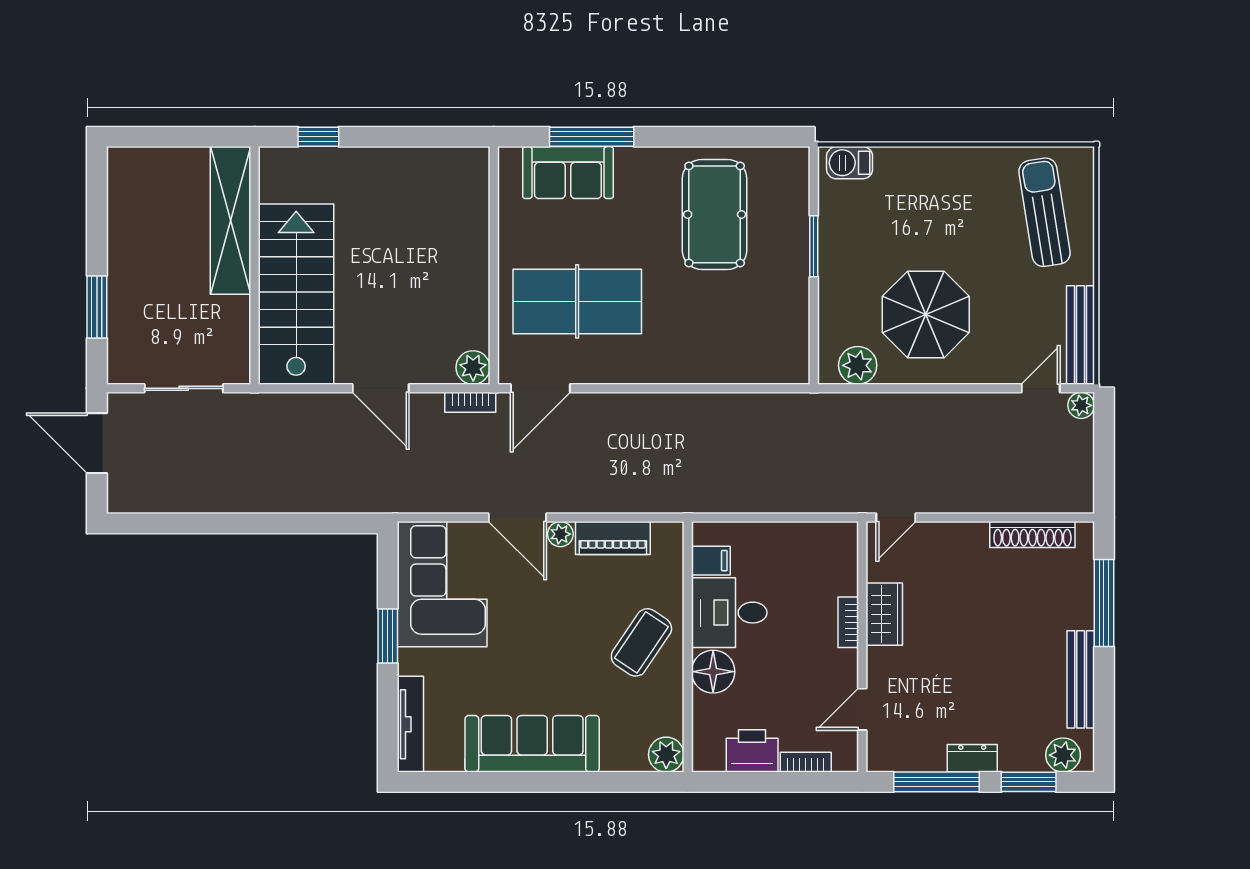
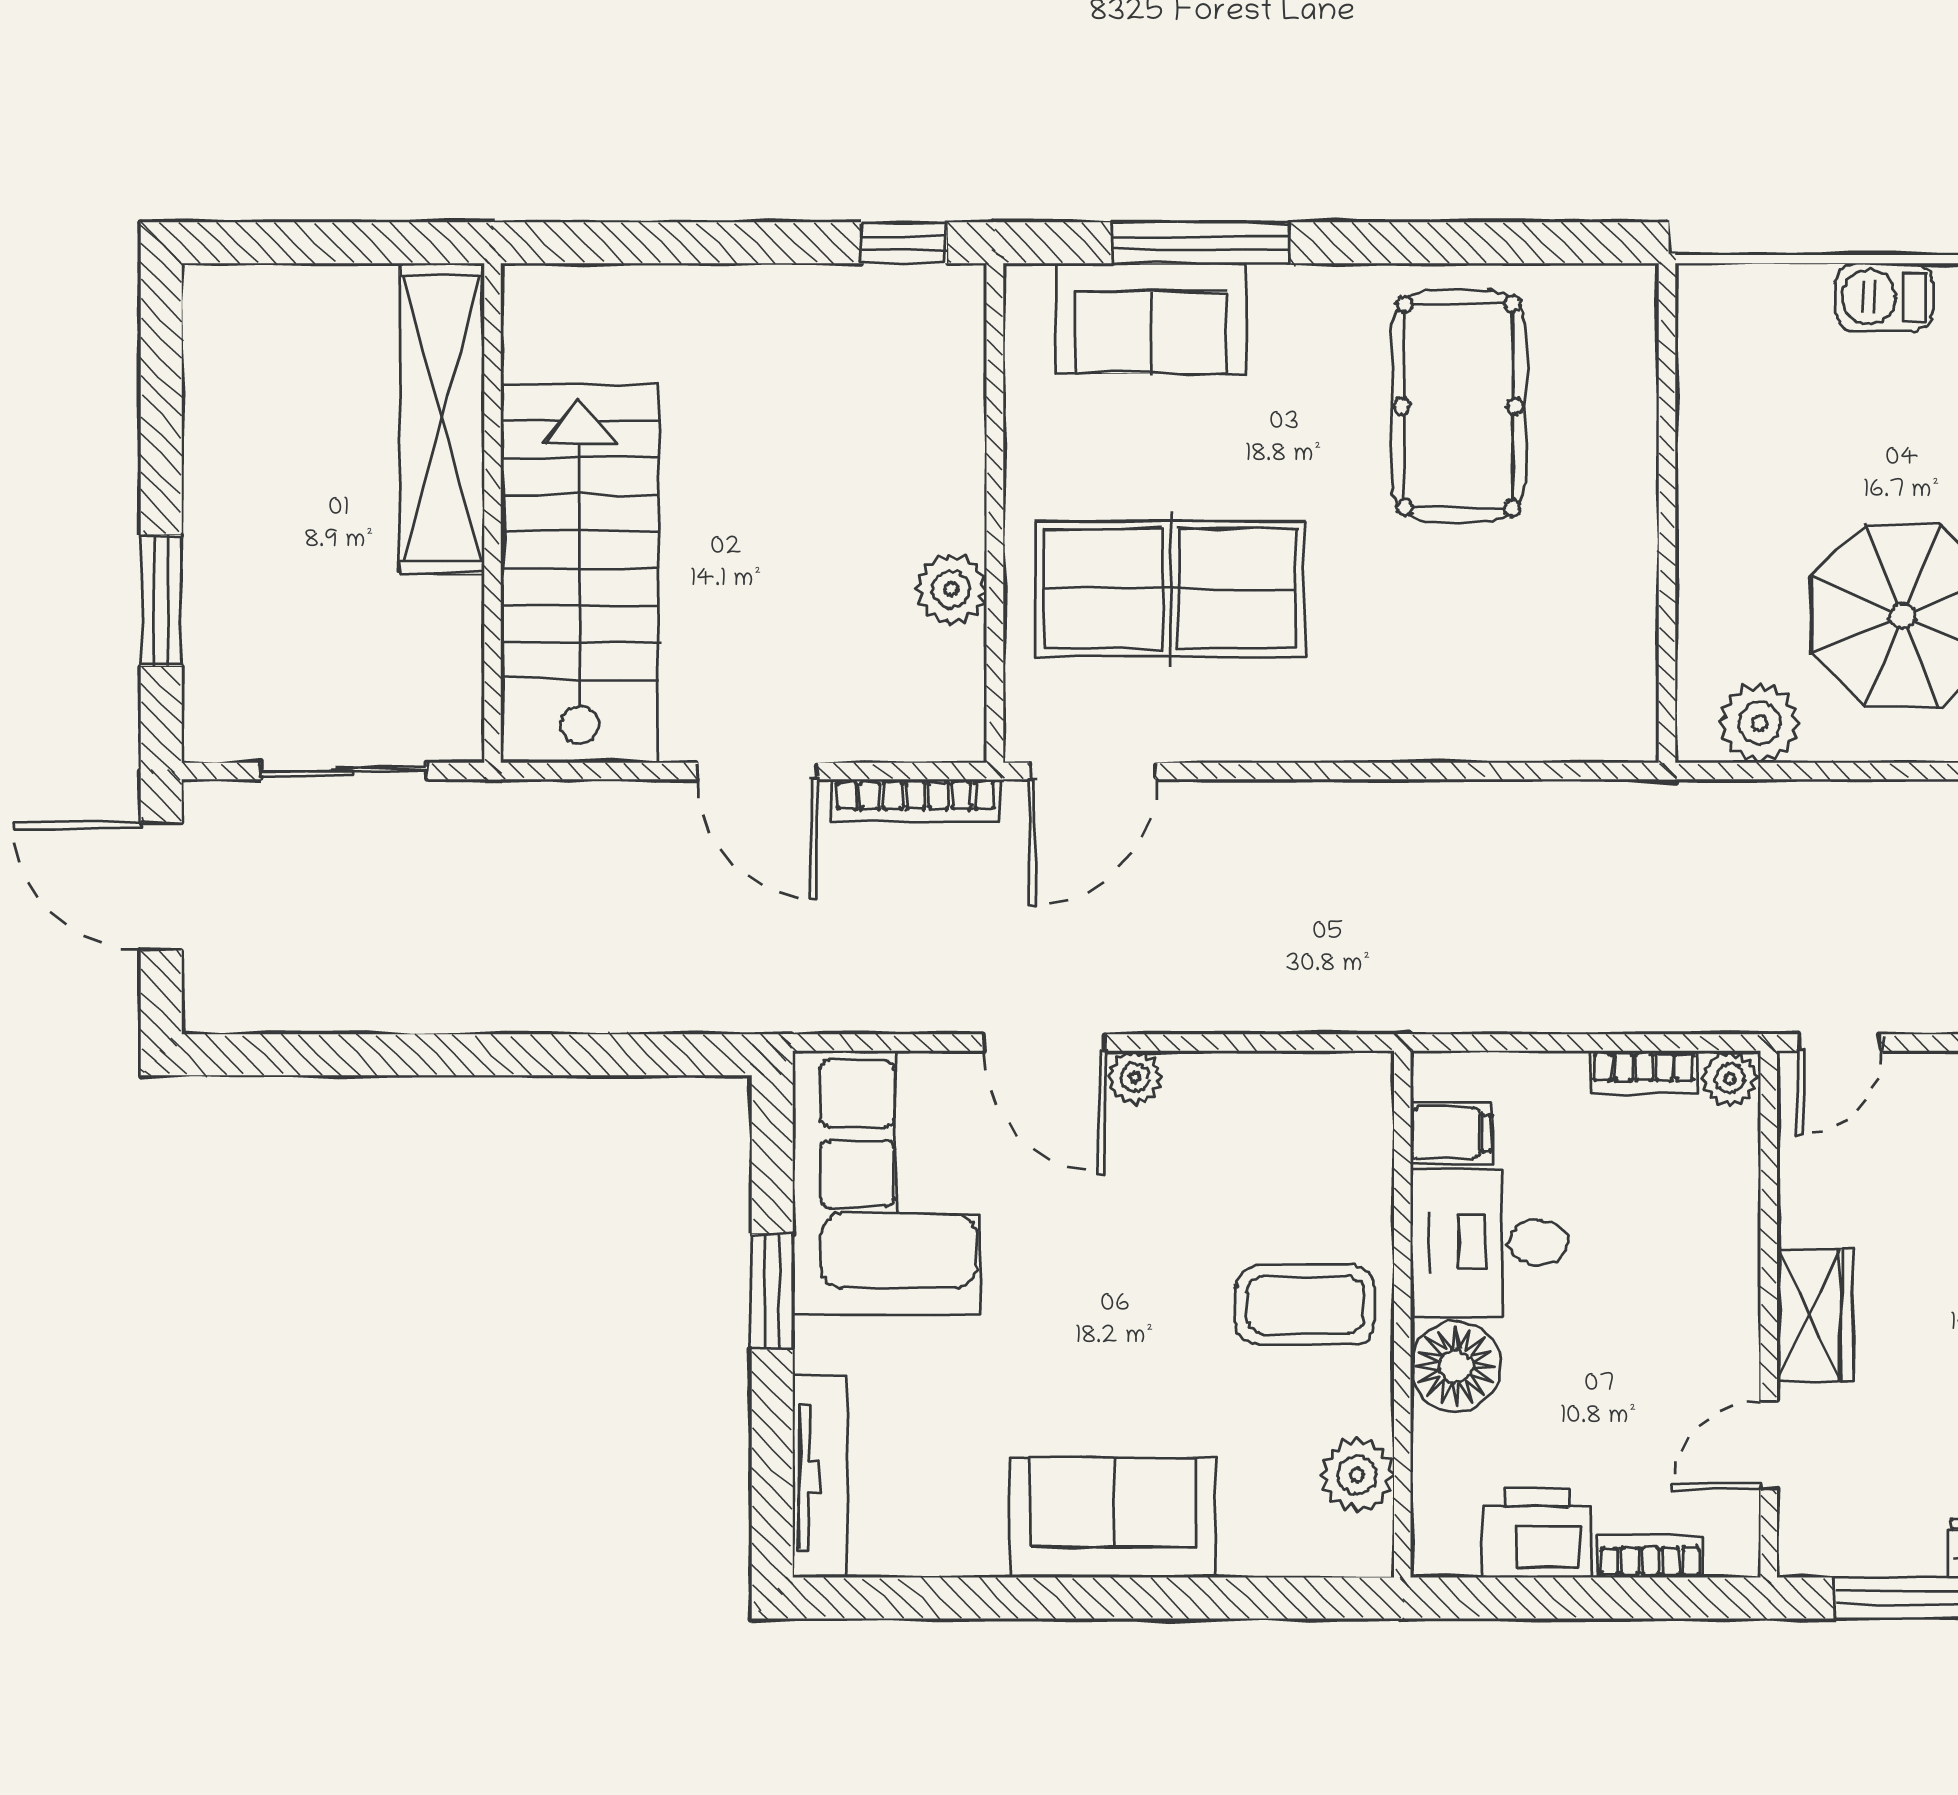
window: (318, 137) -> (904, 243), moved
barbecue: (850, 163) -> (1884, 297), moved
window: (814, 246) -> (1667, 473), removed
plant: (473, 368) -> (951, 589), moved
bookcase: (470, 402) -> (916, 801), width x1.56
plant: (844, 535) -> (1730, 1078), added
piano: (613, 538) -> (1245, 1086), removed
wardrobe: (884, 614) -> (1815, 1315), moved
bookcase: (848, 622) -> (1644, 1072), moved, turned -90
coffee table: (641, 642) -> (1305, 1305), turned 56
sofa: (532, 744) -> (1113, 1518), width x0.73
plant: (666, 755) -> (1357, 1475), moved

